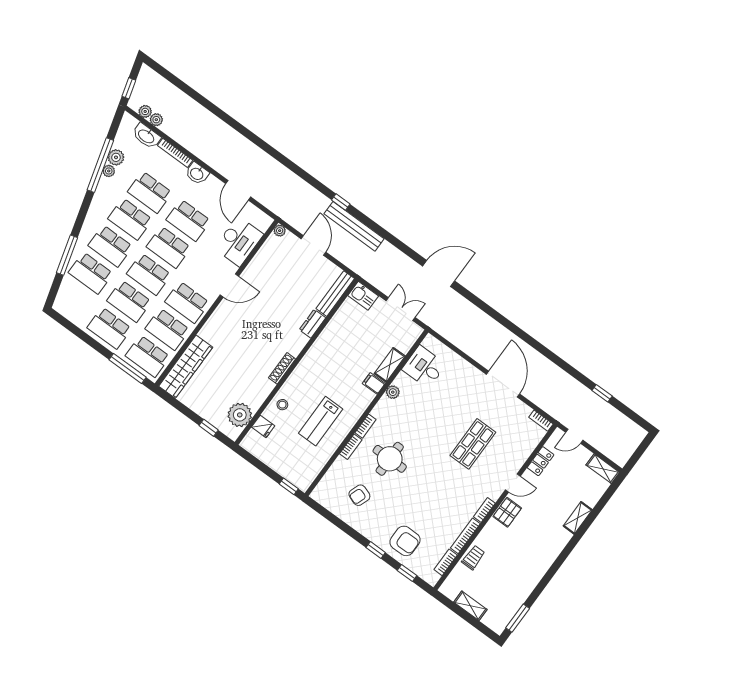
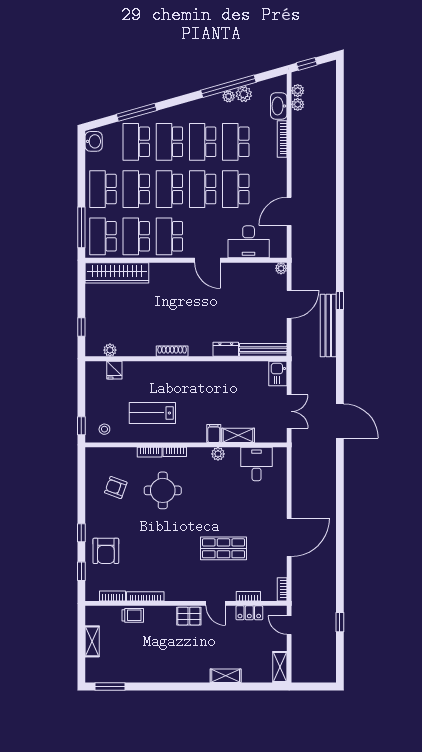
washbasin: (197, 173) -> (94, 141), moved, turned 180
stool: (282, 405) -> (104, 429), moved
plant: (240, 415) -> (110, 350), width x0.53, depth x0.53
bookcase: (484, 510) -> (248, 596), moved

